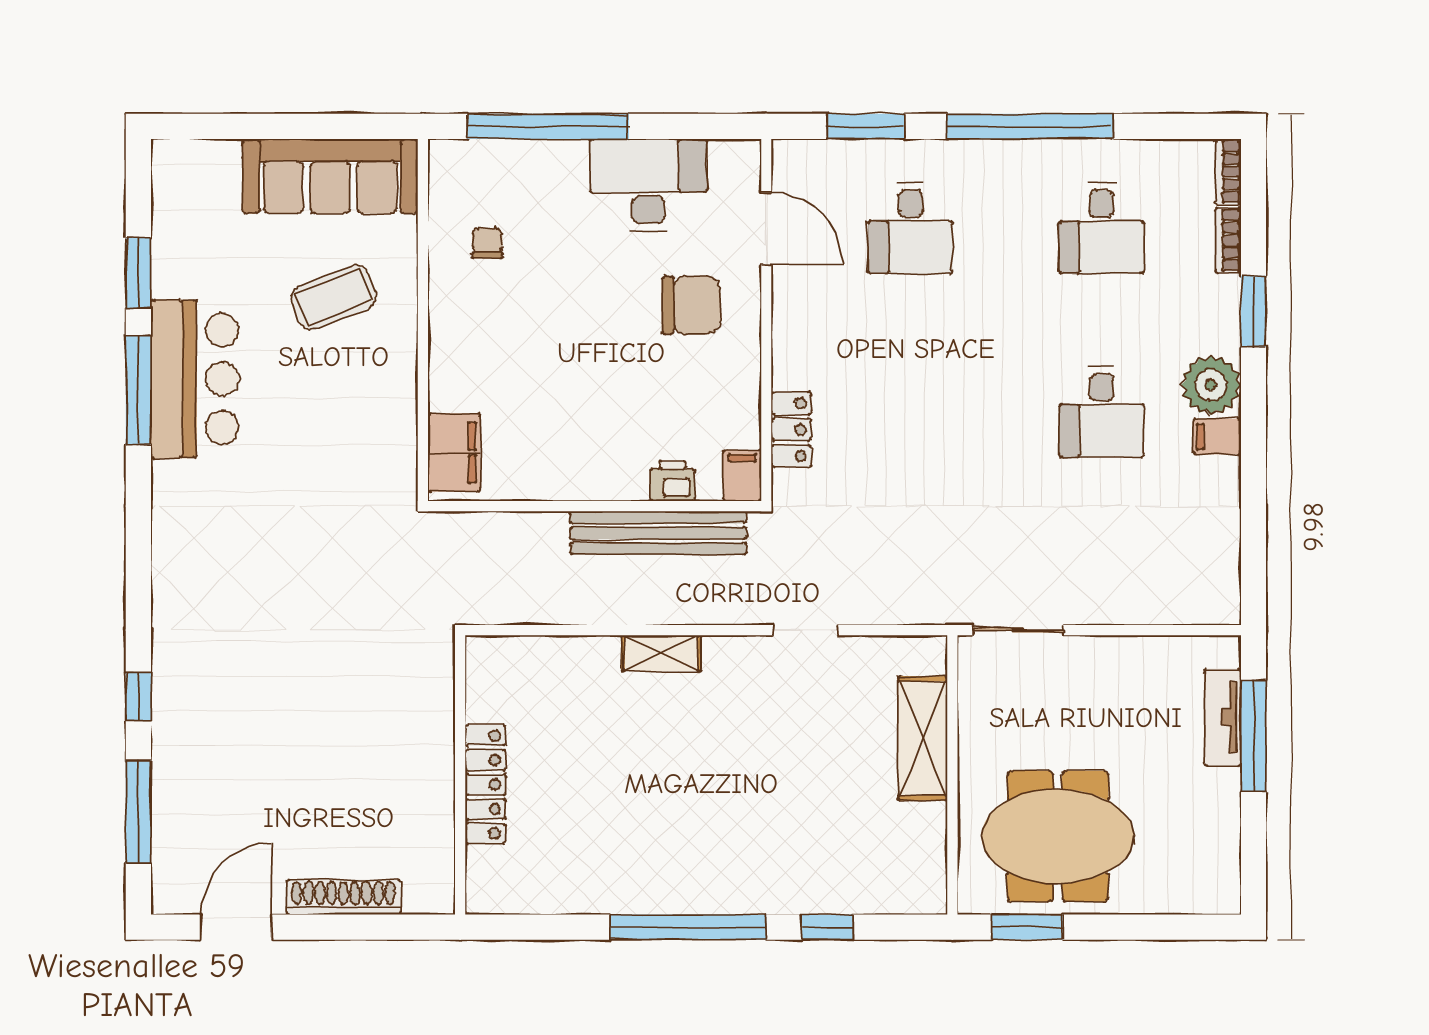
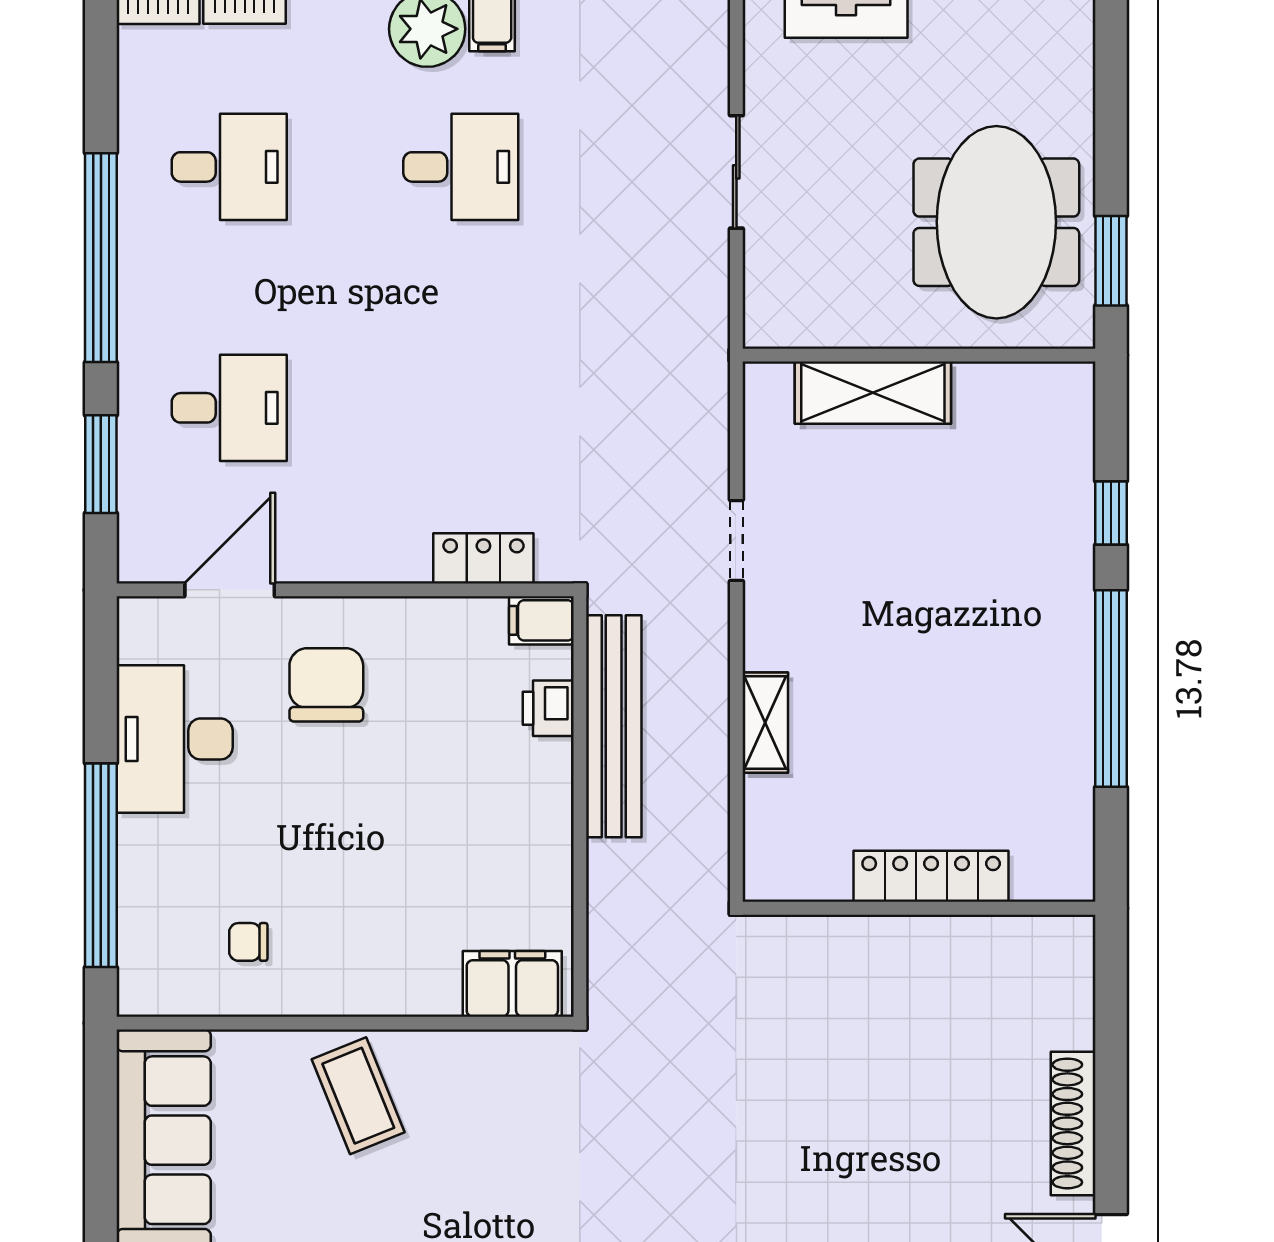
coffee table: (334, 297) -> (358, 1096), moved
sliding door: (1018, 630) -> (736, 172), moved
wall: (460, 775) -> (919, 908), moved
locker: (485, 785) -> (931, 876), moved

